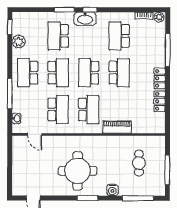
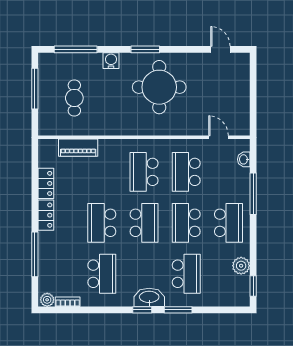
piano: (117, 127) -> (78, 148), moved

